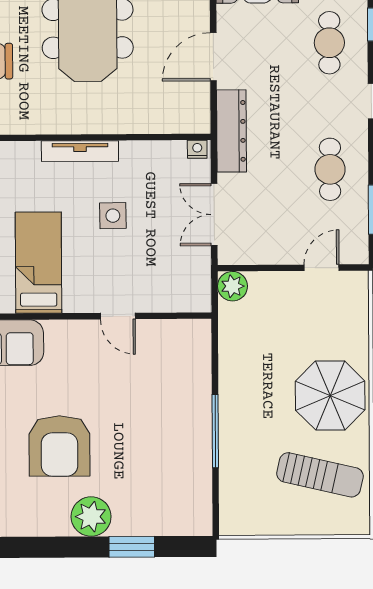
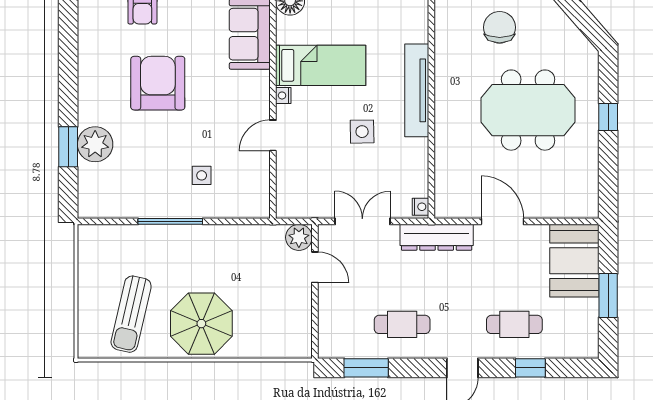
tv unit: (80, 151) -> (417, 90), width x1.36, depth x1.29
door: (322, 268) -> (315, 267), moved
nightstand: (73, 305) -> (283, 95), added
side table: (163, 396) -> (202, 175), added
armchair: (59, 446) -> (158, 83), turned 90
plant: (91, 517) -> (95, 144), moved

